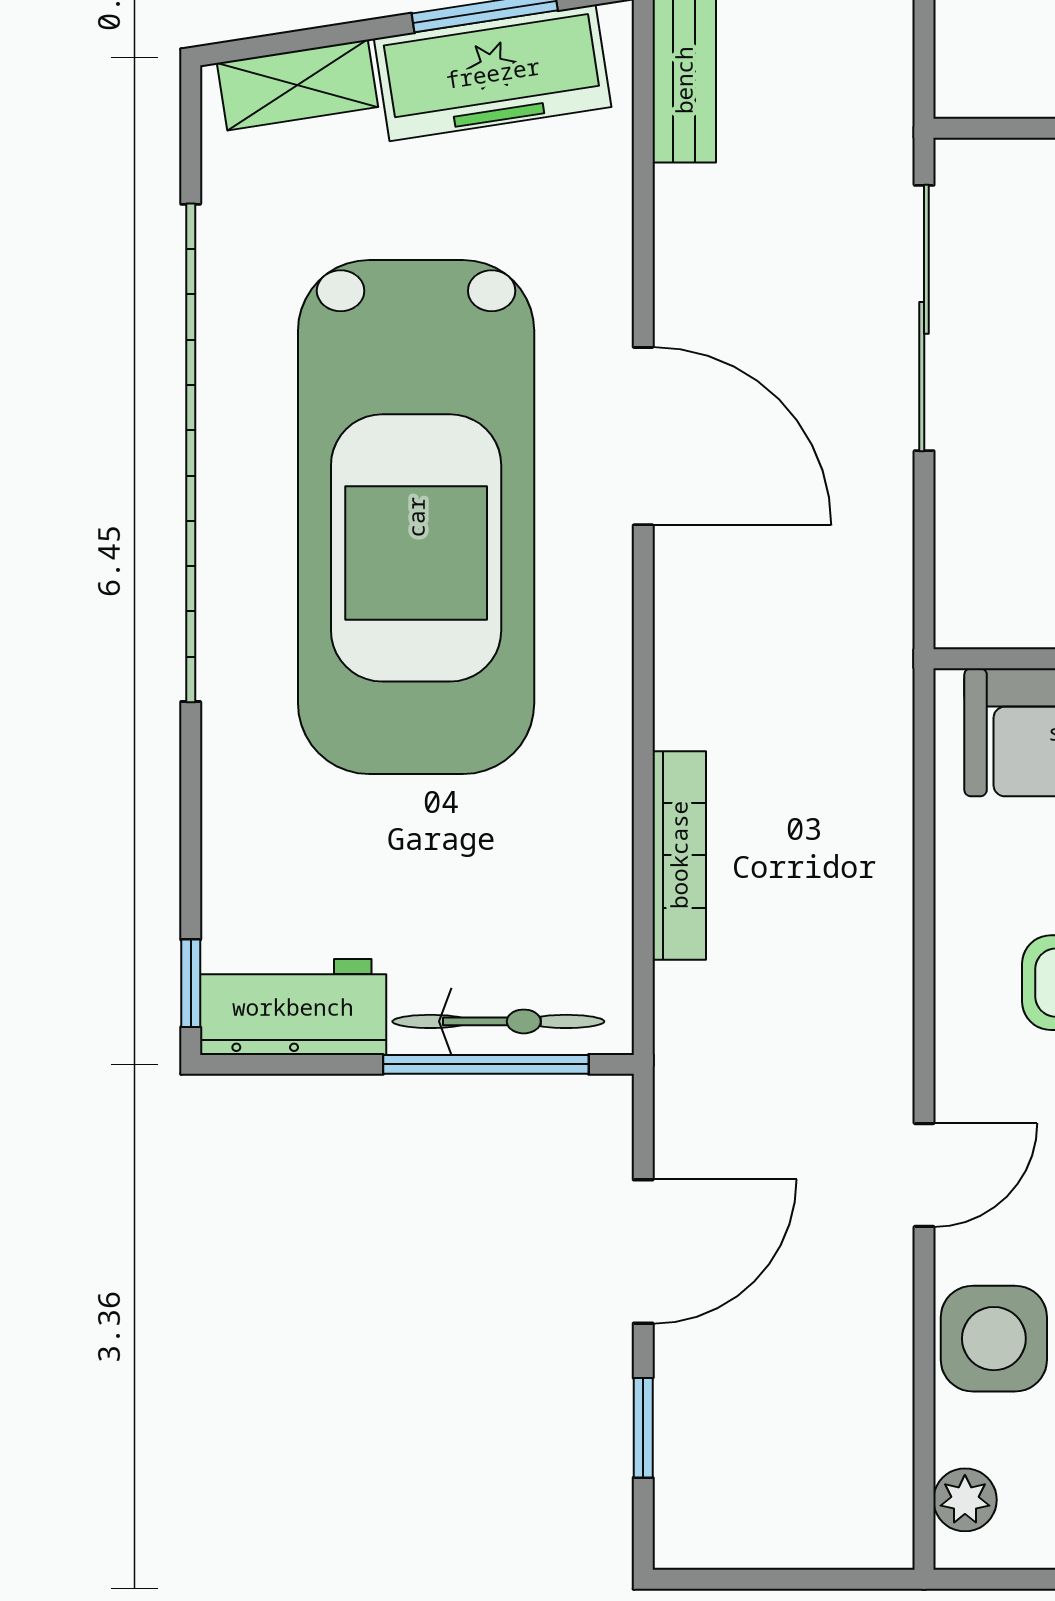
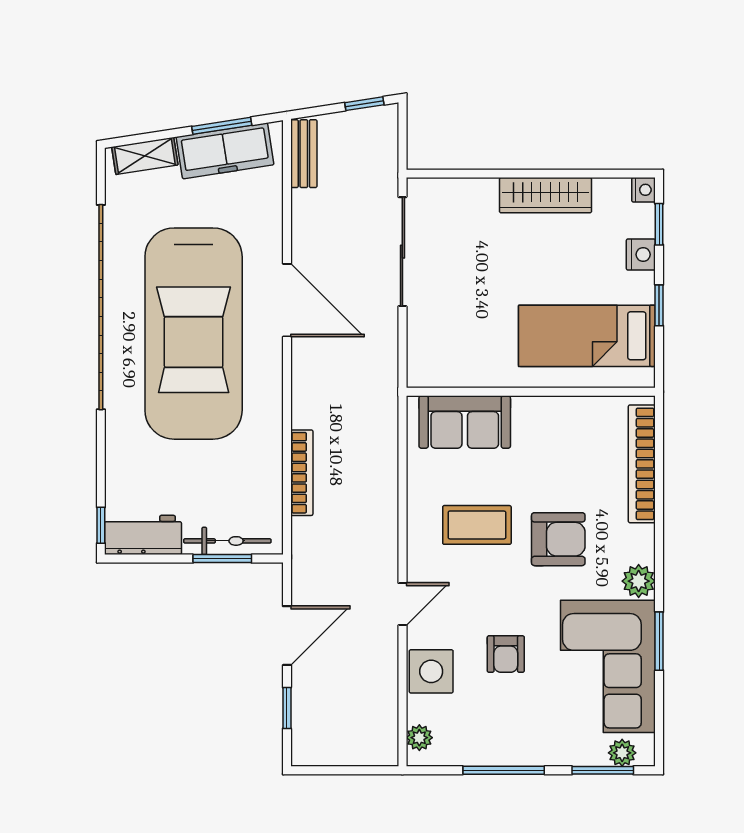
window: (486, 1064) -> (222, 559), width x0.69

